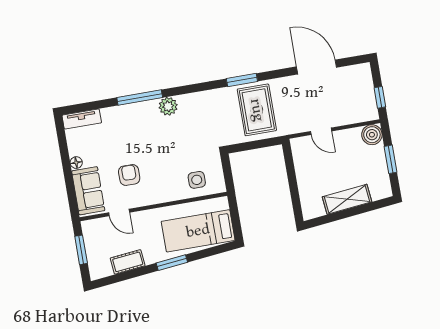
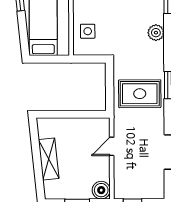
plant: (168, 106) -> (156, 33), moved

